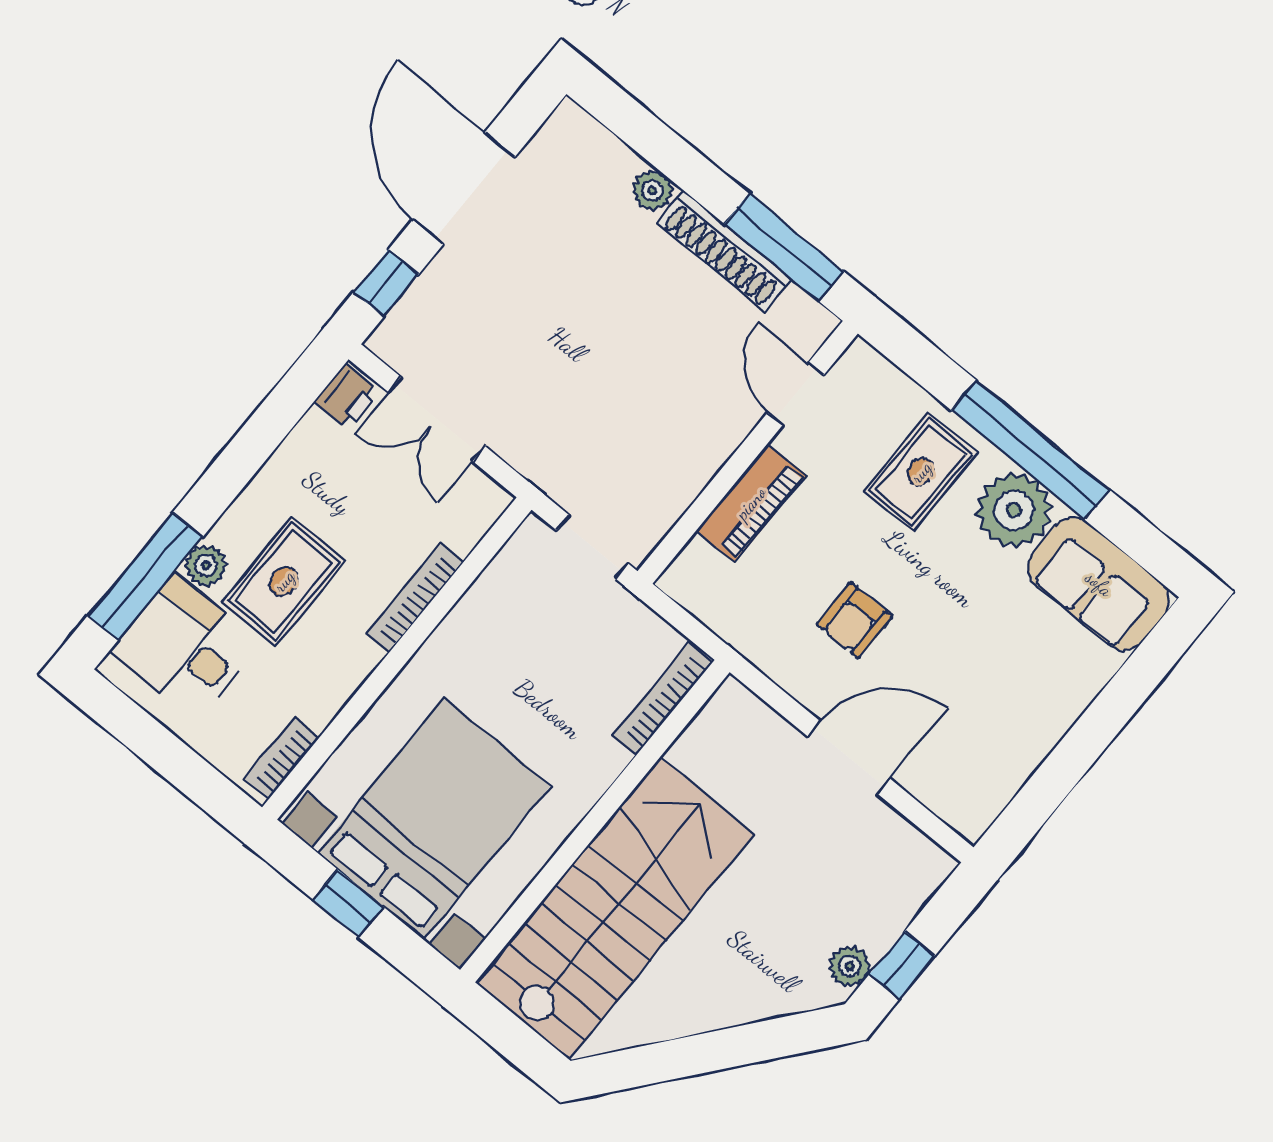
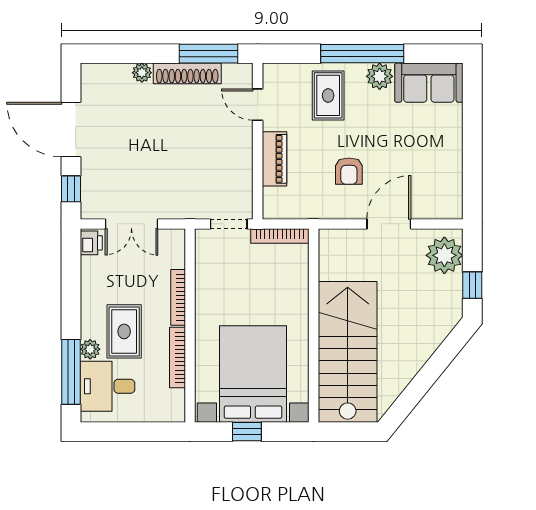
plant: (1014, 510) -> (380, 76), width x0.73, depth x0.73
bookcase: (663, 699) -> (280, 236), moved, turned -90
bookcase: (281, 759) -> (178, 358), moved, width x1.56
plant: (850, 966) -> (444, 255), moved, width x1.87, depth x1.87

